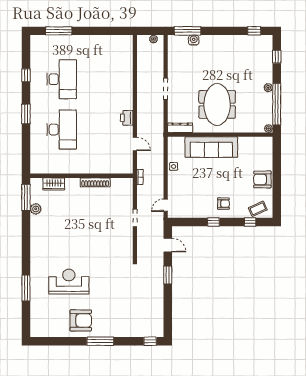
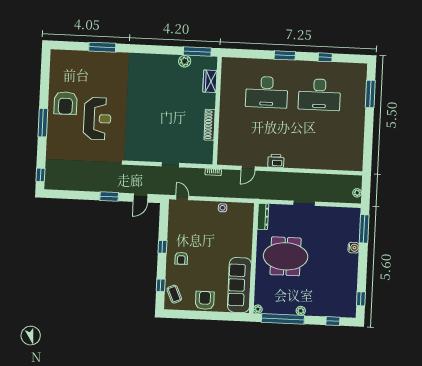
water cooler: (194, 40) -> (354, 248), moved
sofa: (211, 147) -> (239, 285), moved
reception desk: (69, 282) -> (97, 119), moved

